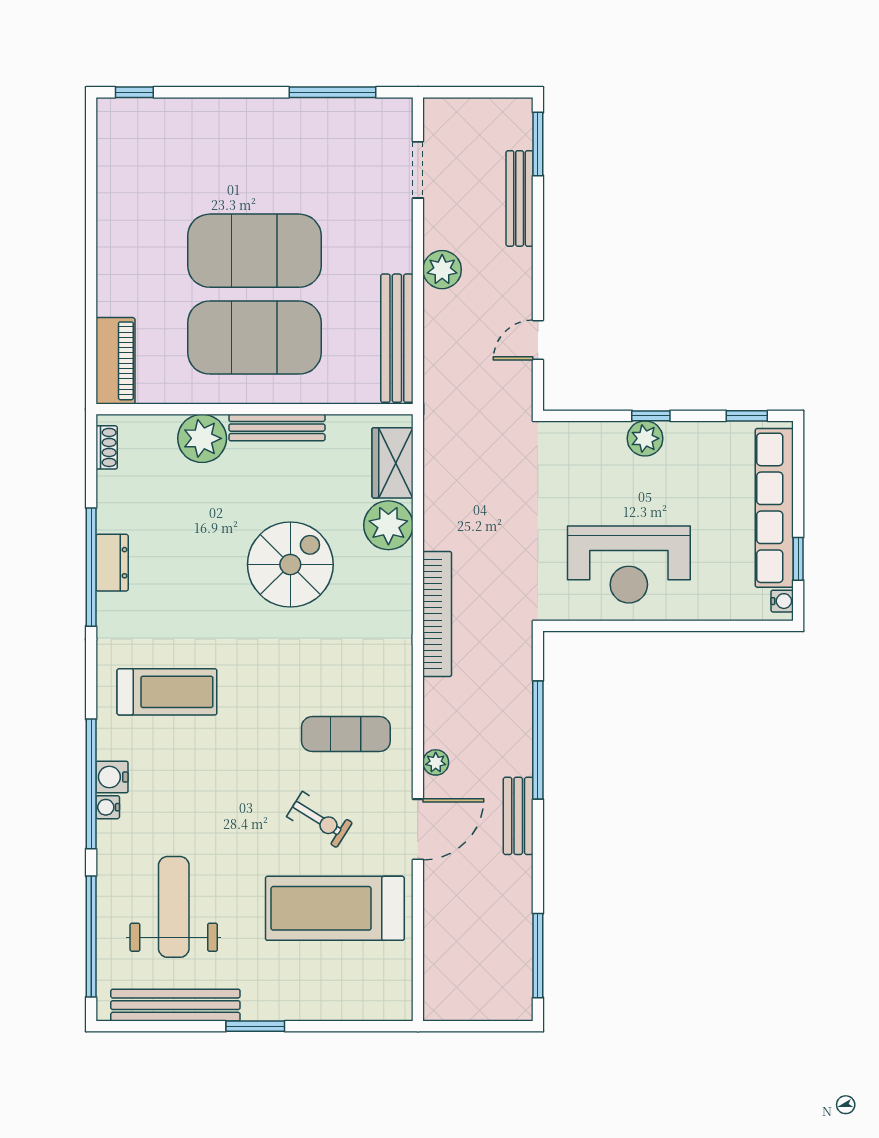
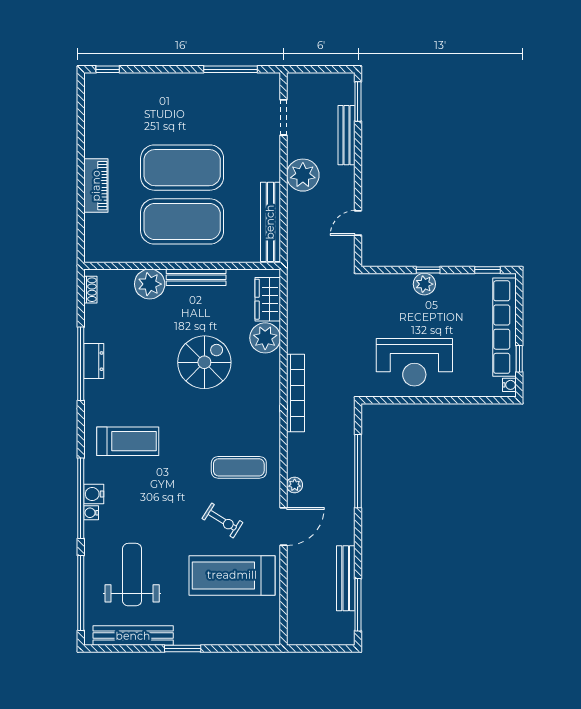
plant: (442, 270) -> (303, 175), width x1.36, depth x1.36
piano: (115, 361) -> (96, 186), moved
bench: (518, 816) -> (346, 578), moved, width x1.36

